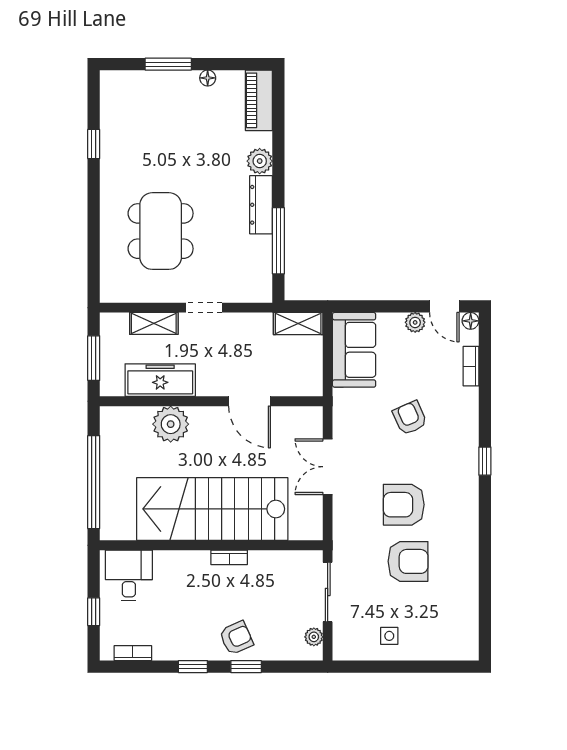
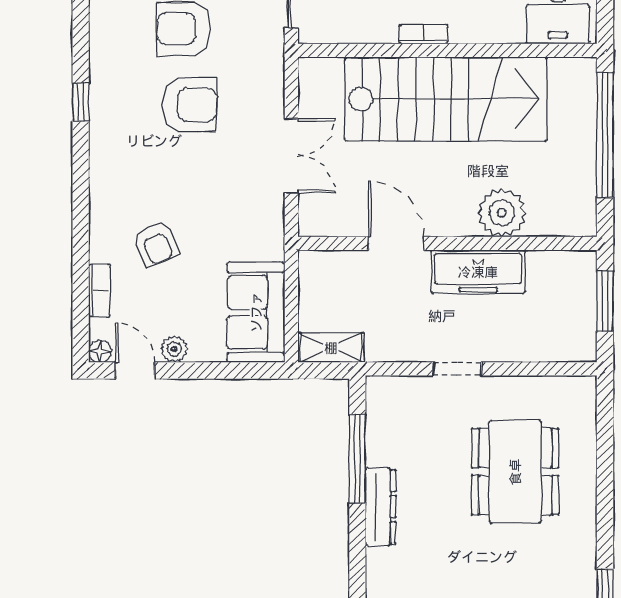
plant: (260, 161) -> (382, 565), removed
shelving: (154, 323) -> (524, 348), removed
freezer: (160, 380) -> (478, 272), moved
armchair: (410, 418) -> (156, 244), moved
window: (485, 461) -> (81, 102), moved

